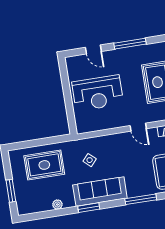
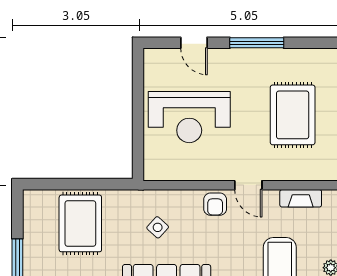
armchair: (121, 141) -> (215, 204), added
rug: (44, 165) -> (80, 223), turned 90

